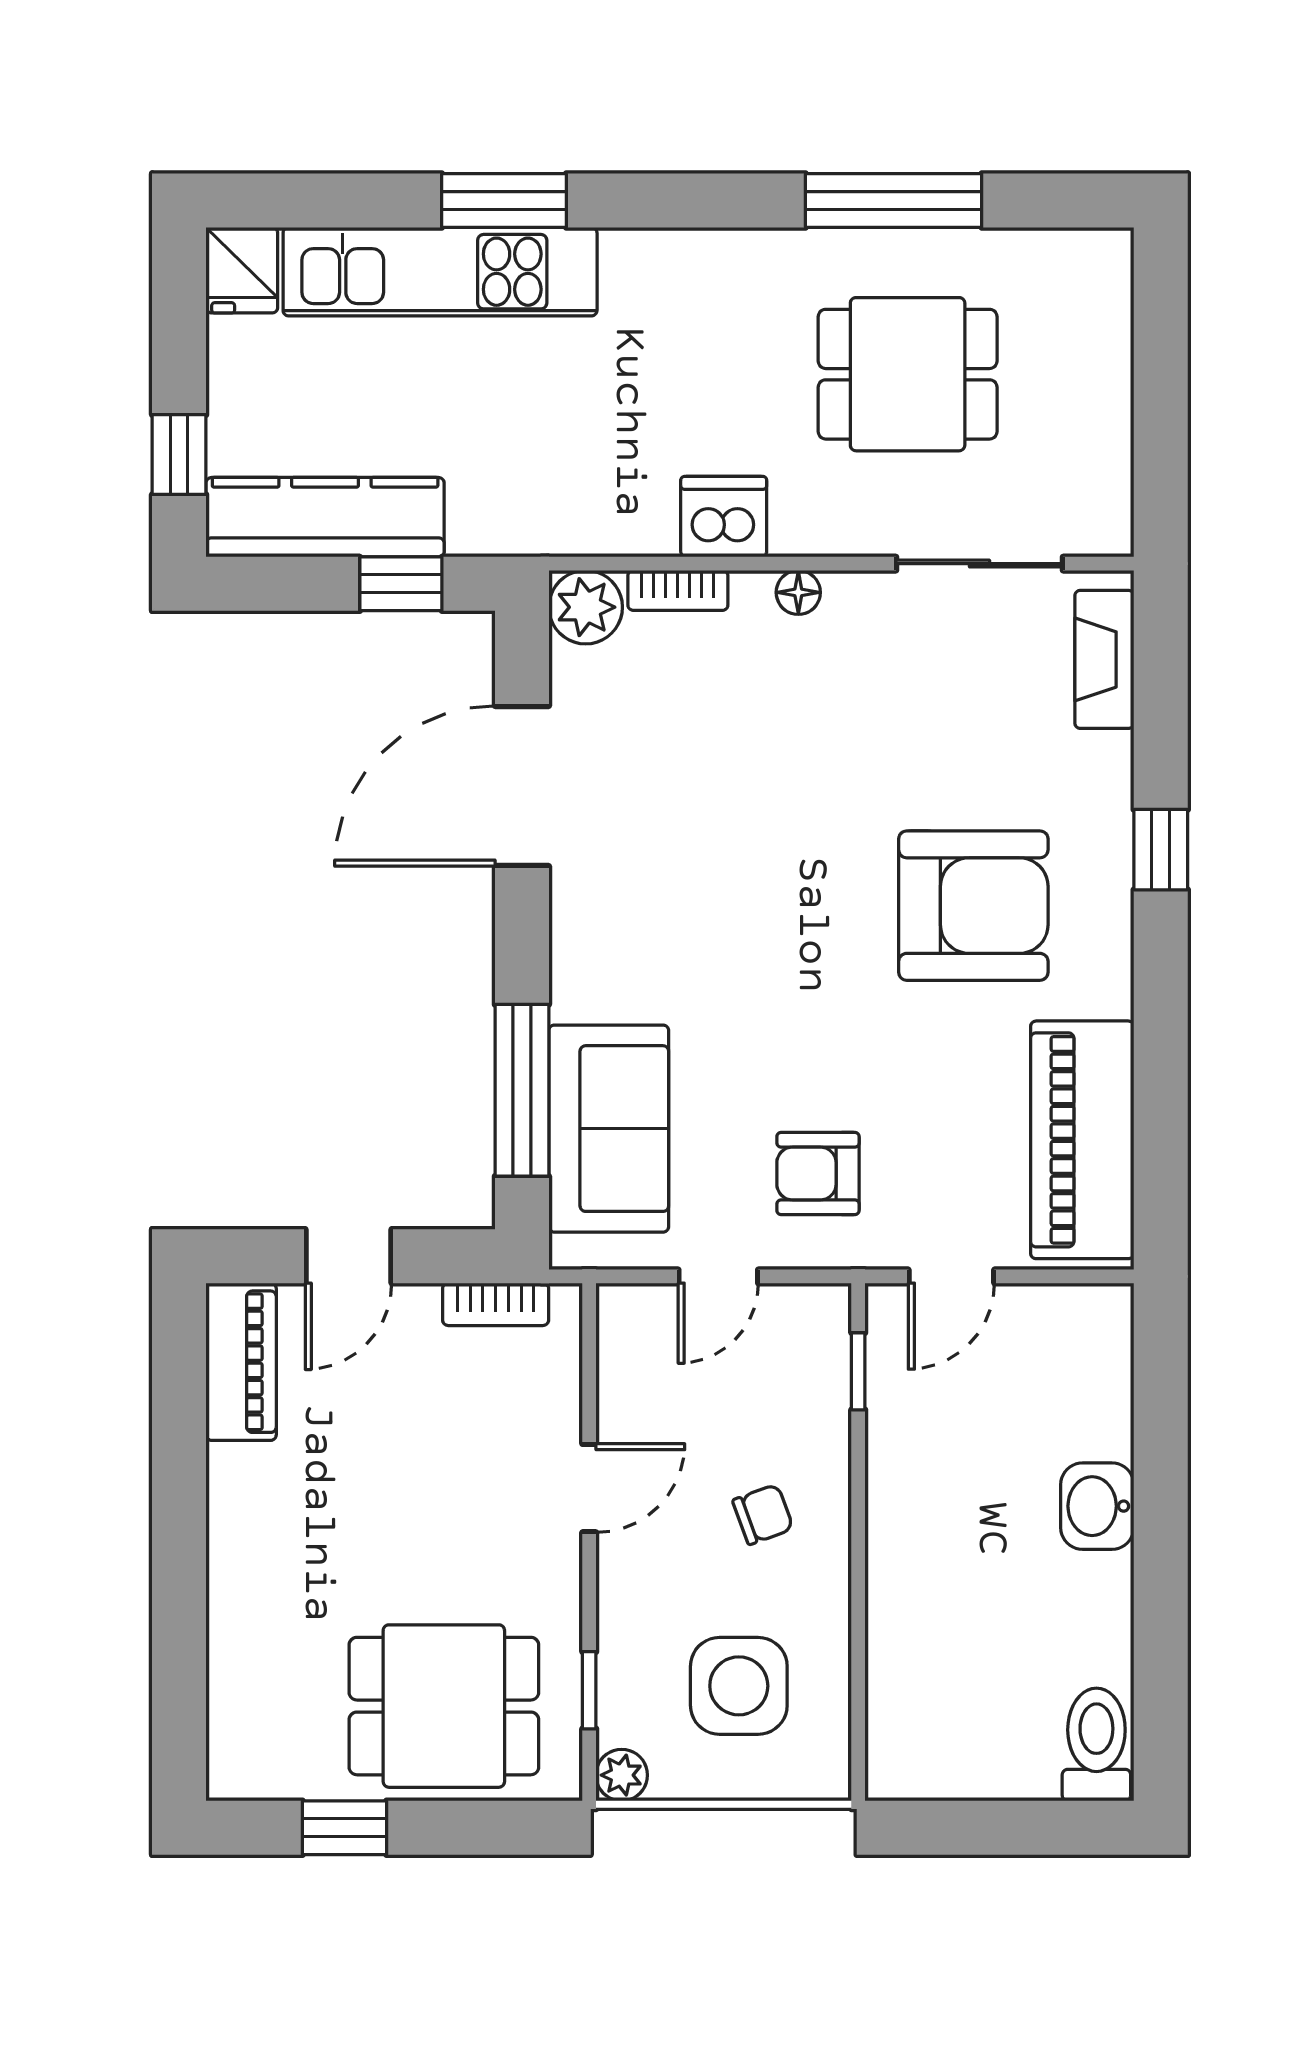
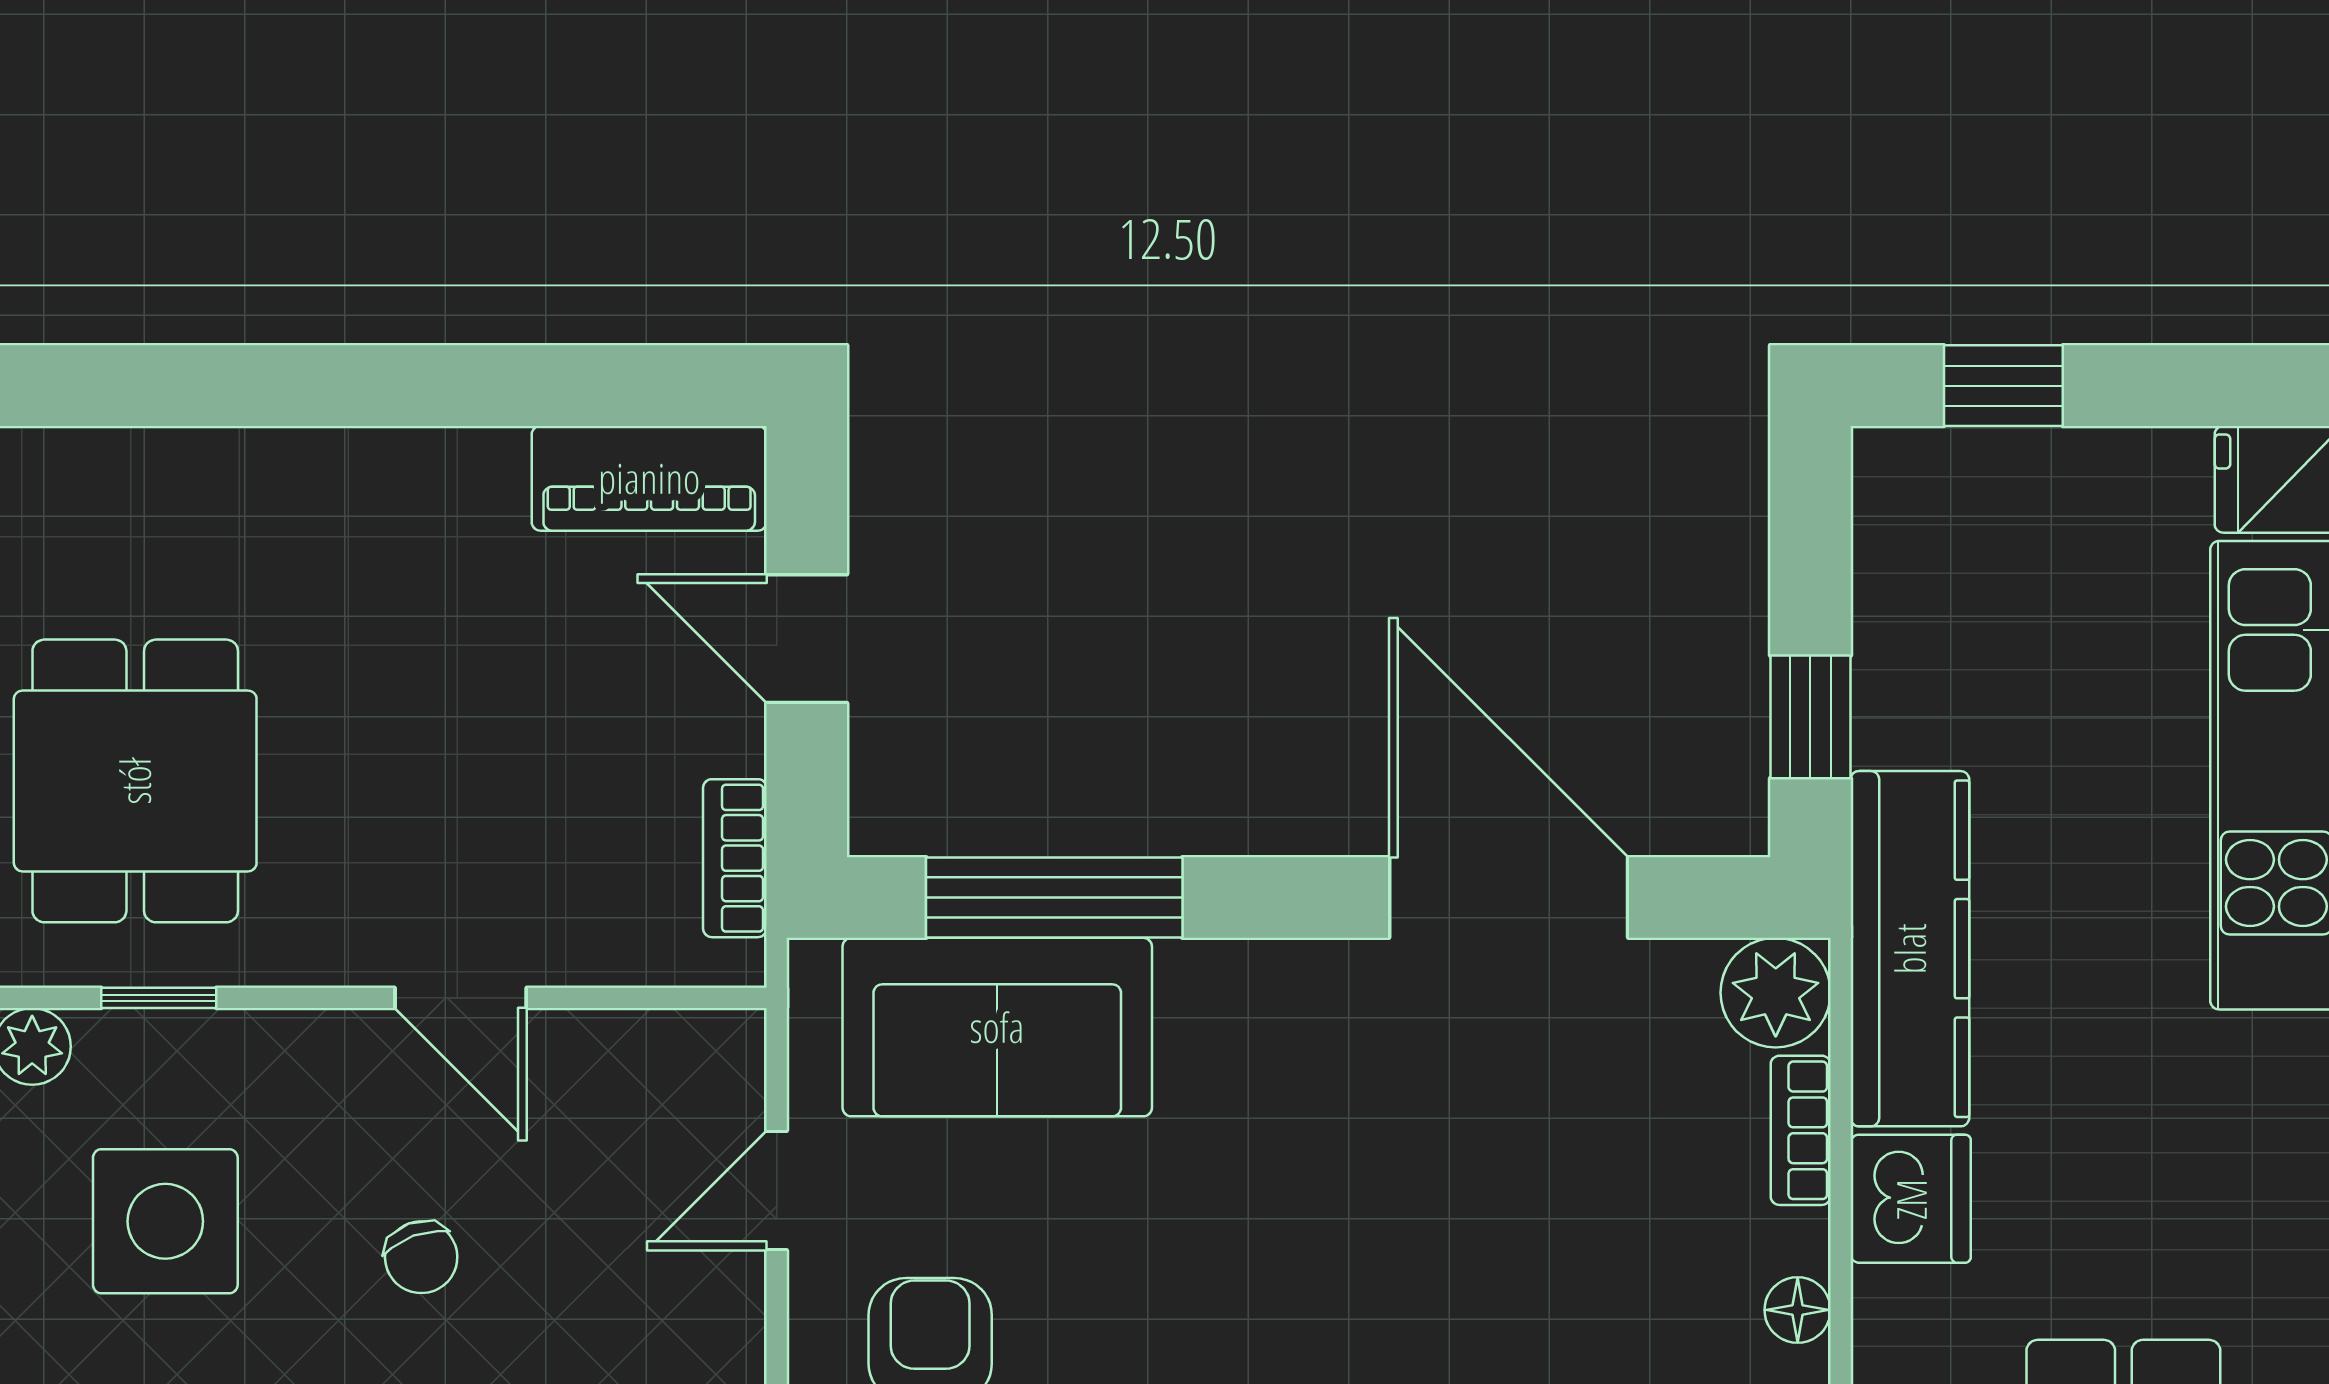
kitchen counter: (325, 517) -> (1910, 949), moved
door: (718, 1276) -> (777, 1191), hinge flipped

